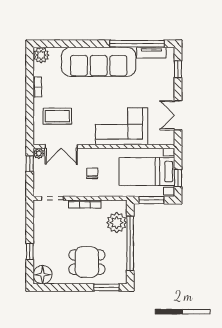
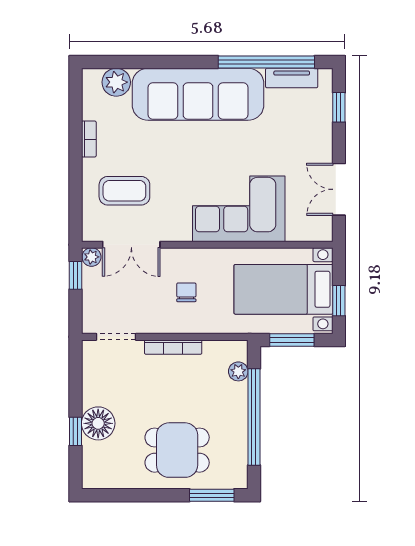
plant: (41, 55) -> (116, 82), moved
plant: (117, 223) -> (238, 371), width x0.53, depth x0.53
floor lamp: (43, 275) -> (98, 423), moved

